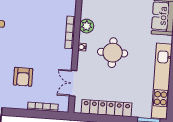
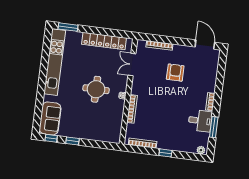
plant: (87, 26) -> (117, 114), removed
double door: (73, 83) -> (132, 64), swing flipped

